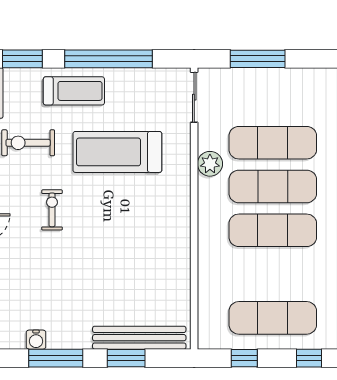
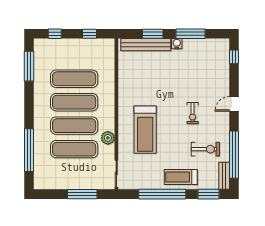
treadmill: (117, 152) -> (145, 130), moved, turned 90
exercise mat: (273, 318) -> (74, 79), moved
water cooler: (36, 340) -> (177, 44), moved

